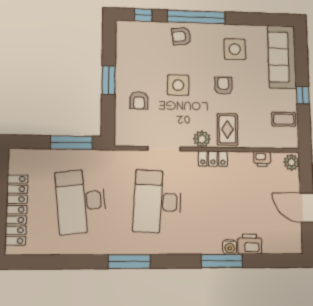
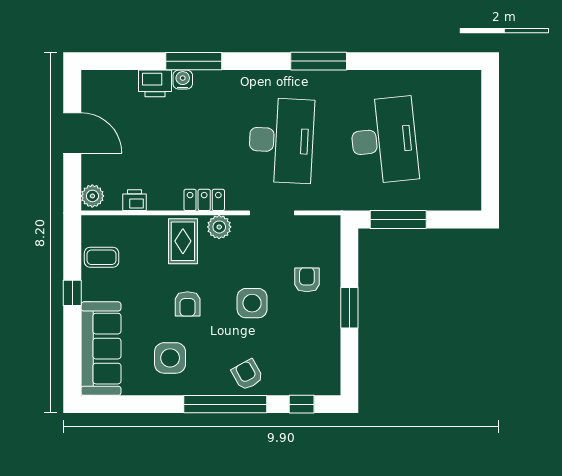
armchair: (181, 36) -> (247, 375), turned -112
locker: (16, 210) -> (468, 129), removed

